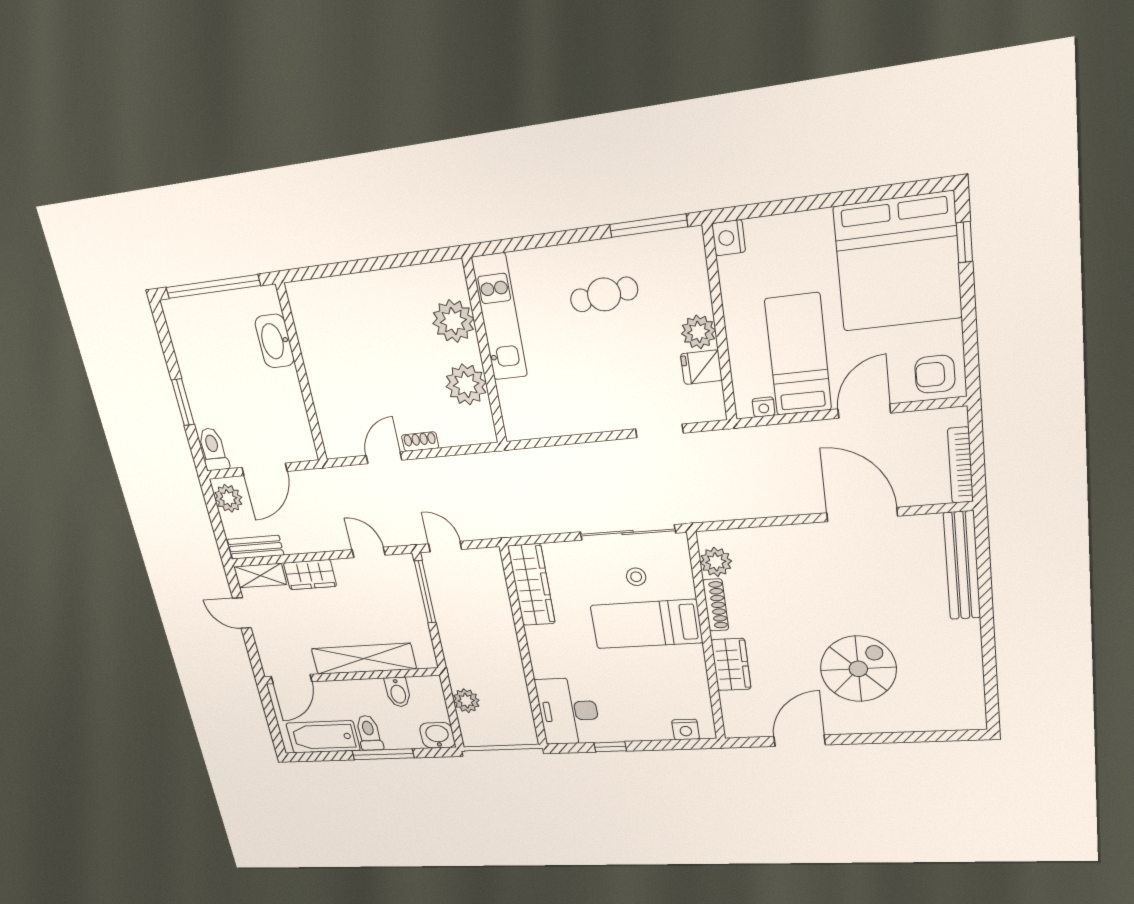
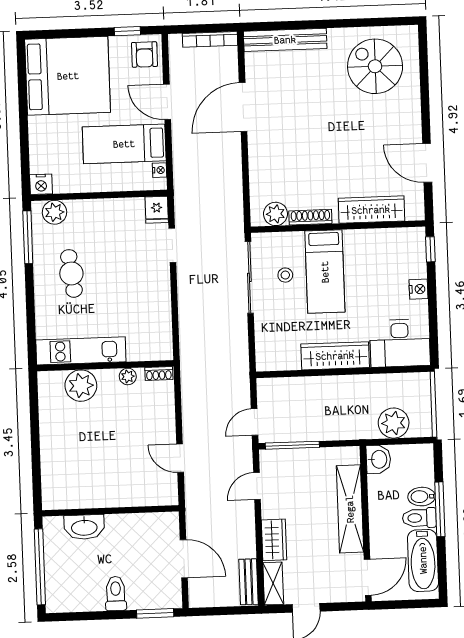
window: (965, 242) -> (127, 31), moved
plant: (698, 332) -> (54, 212), moved
fridge: (701, 367) -> (157, 210), moved
plant: (466, 384) -> (128, 376), width x0.53, depth x0.53
window: (183, 402) -> (155, 613), moved
shoe rack: (420, 442) -> (159, 374), moved, turned -90
toilet: (213, 449) -> (116, 593), moved, turned 90
plant: (228, 498) -> (206, 595), removed
wardrobe: (532, 585) -> (335, 356), moved
wardrobe: (731, 665) -> (371, 210), width x1.50
spiral stairs: (858, 669) -> (375, 66), moved
door: (291, 679) -> (368, 577), hinge flipped
bidet: (398, 692) -> (422, 497), moved, turned 180
plant: (466, 701) -> (394, 423), width x1.36, depth x1.36
nightstand: (686, 730) -> (418, 289), moved
washbasin: (437, 735) -> (378, 459), moved, turned 180
window: (610, 747) -> (430, 249), moved

